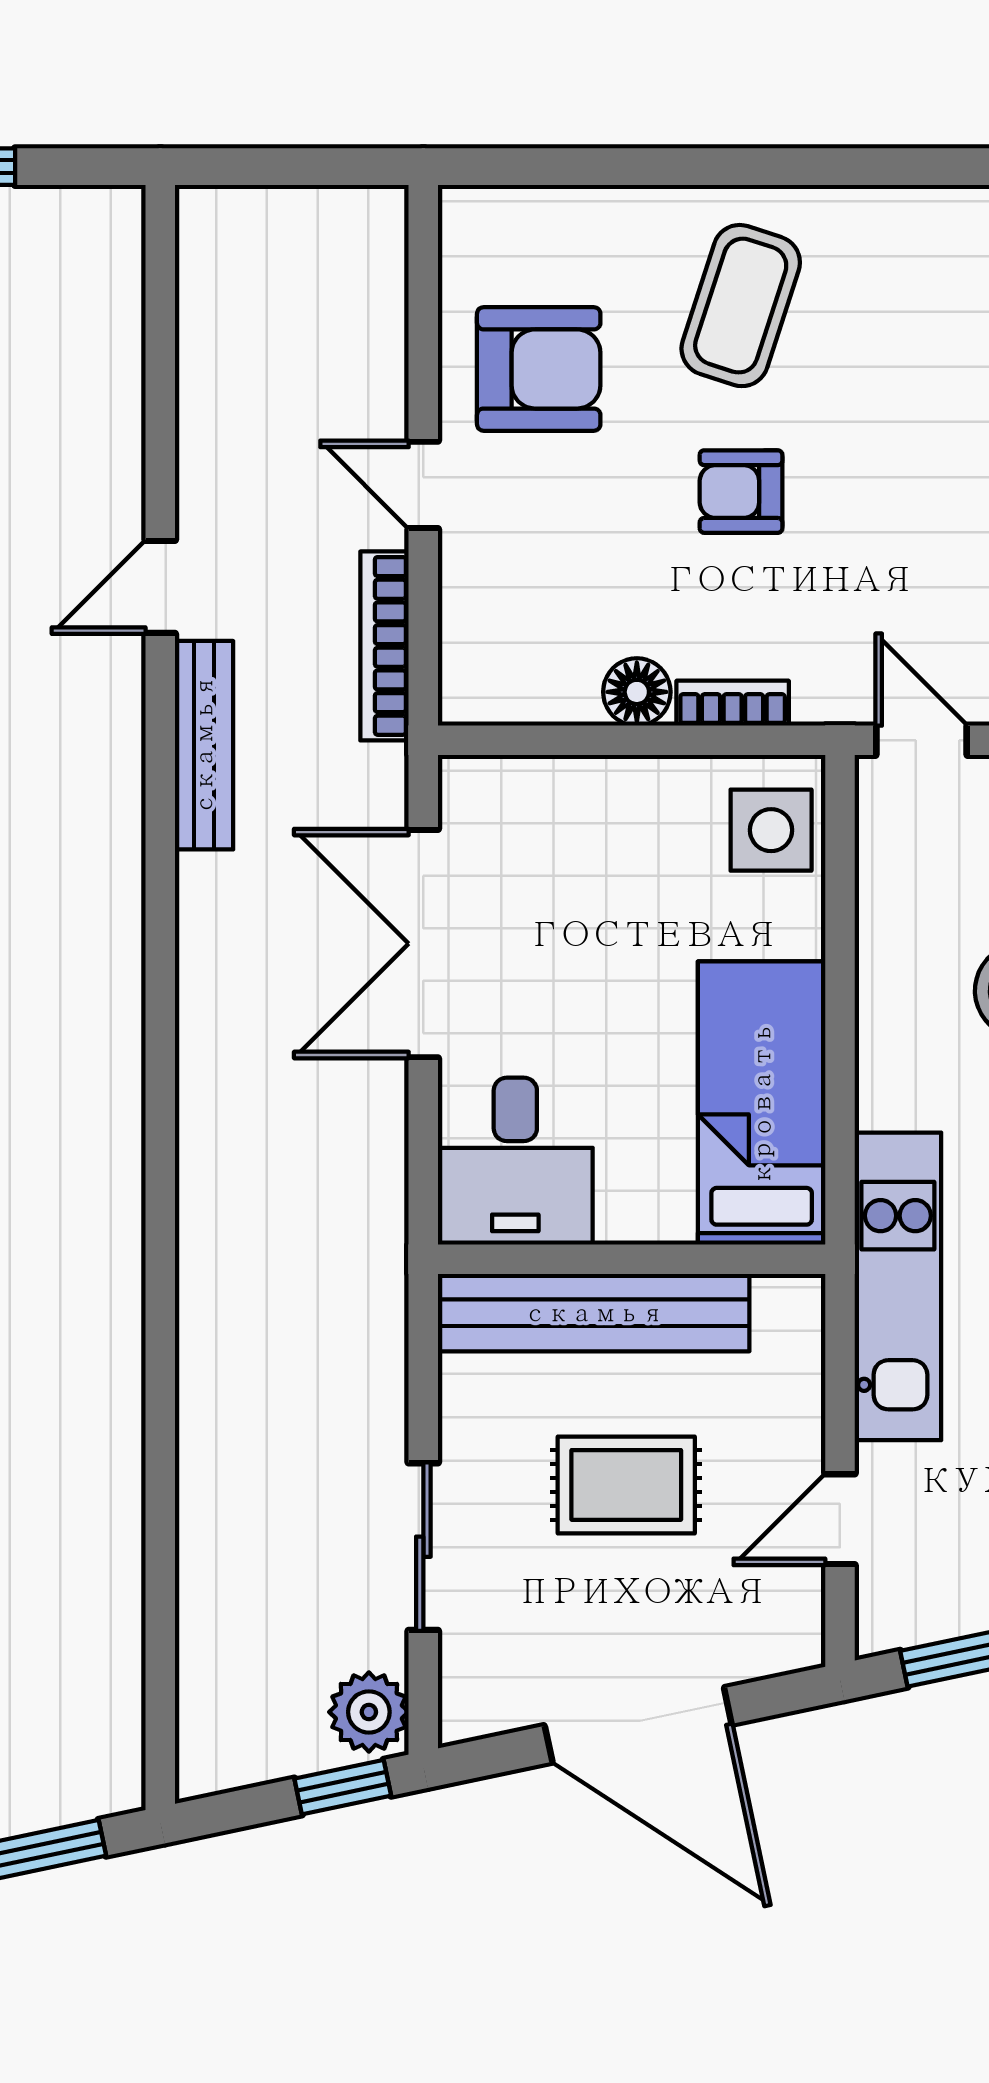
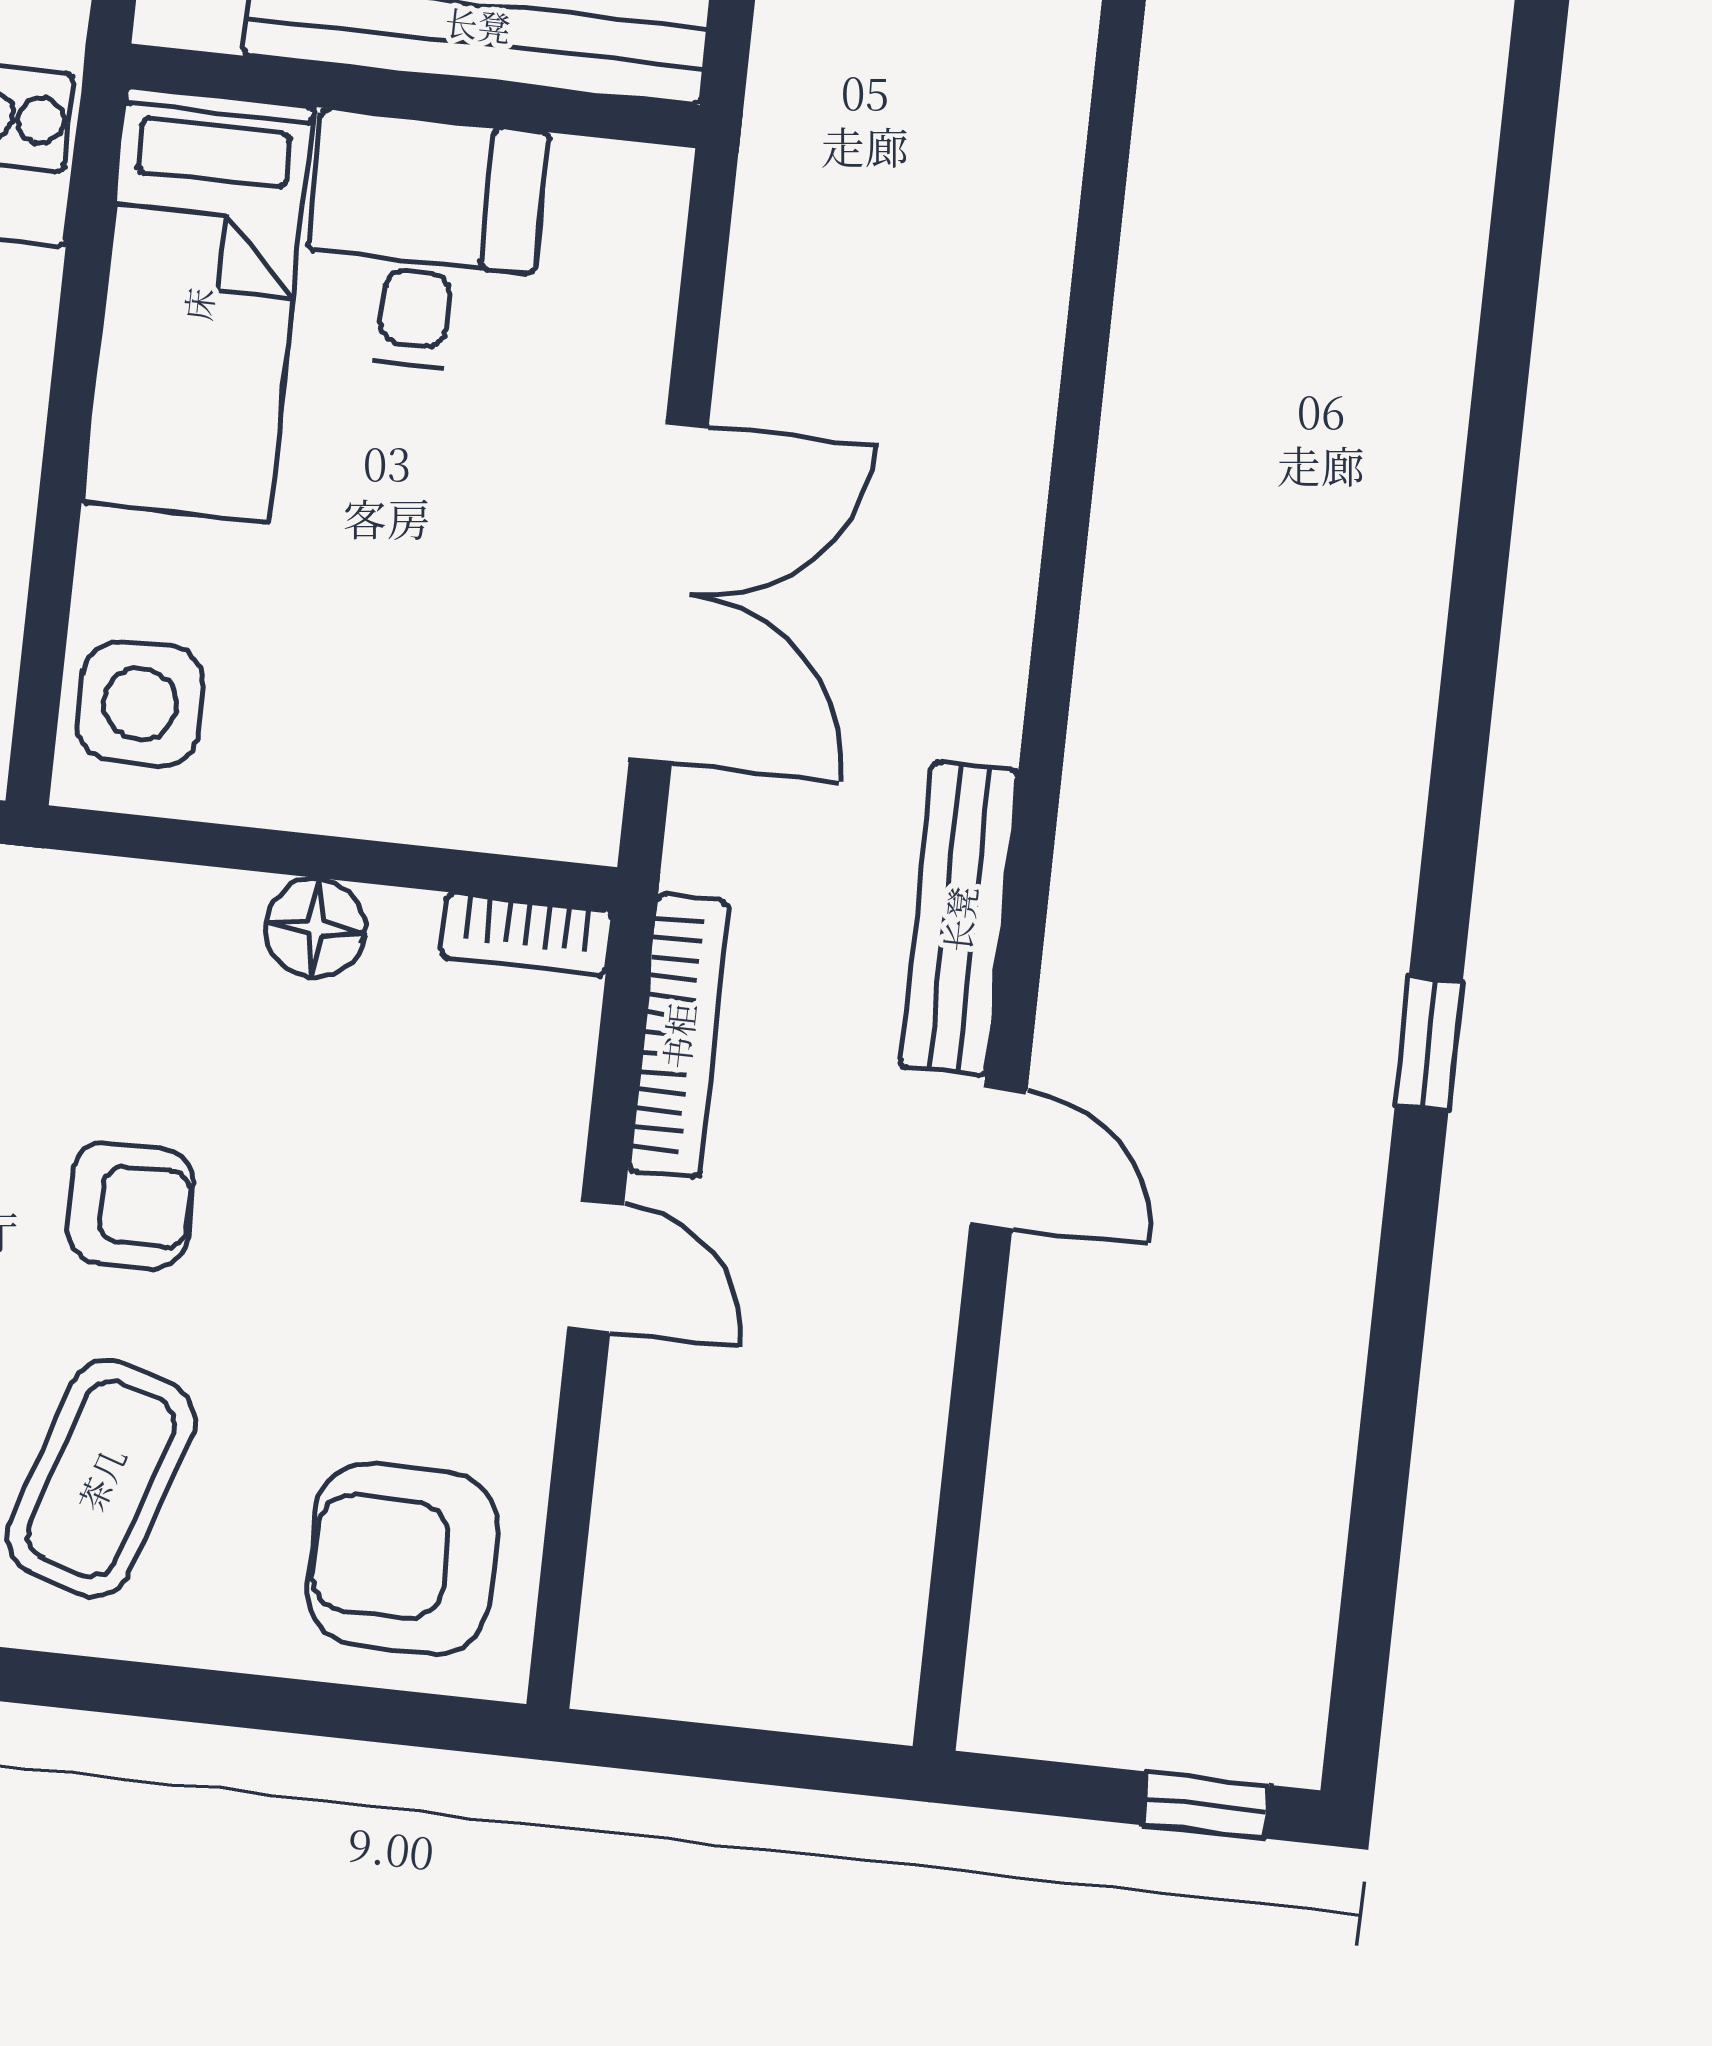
armchair: (539, 369) -> (402, 1559), moved
door: (160, 587) -> (998, 1158), hinge flipped
bookcase: (733, 703) -> (527, 934), moved
desk: (515, 1161) -> (423, 243), moved

